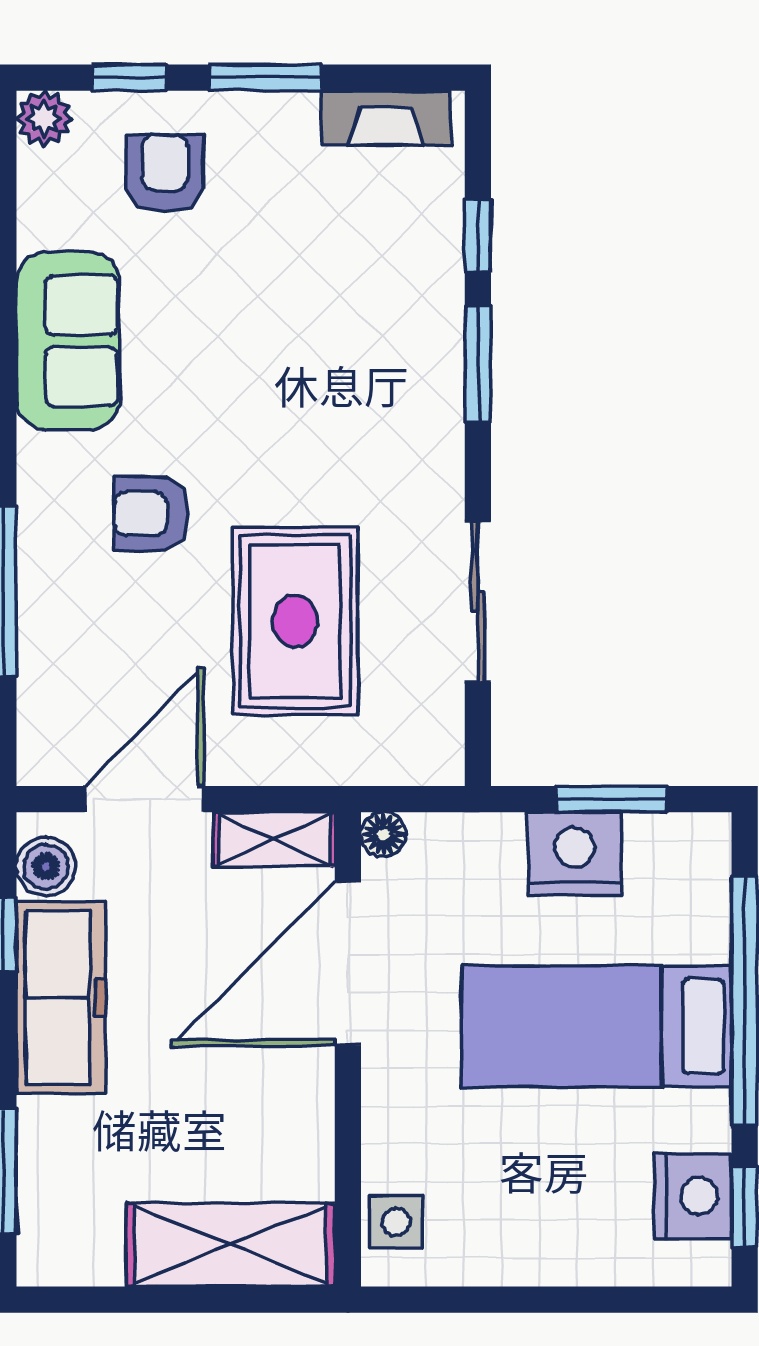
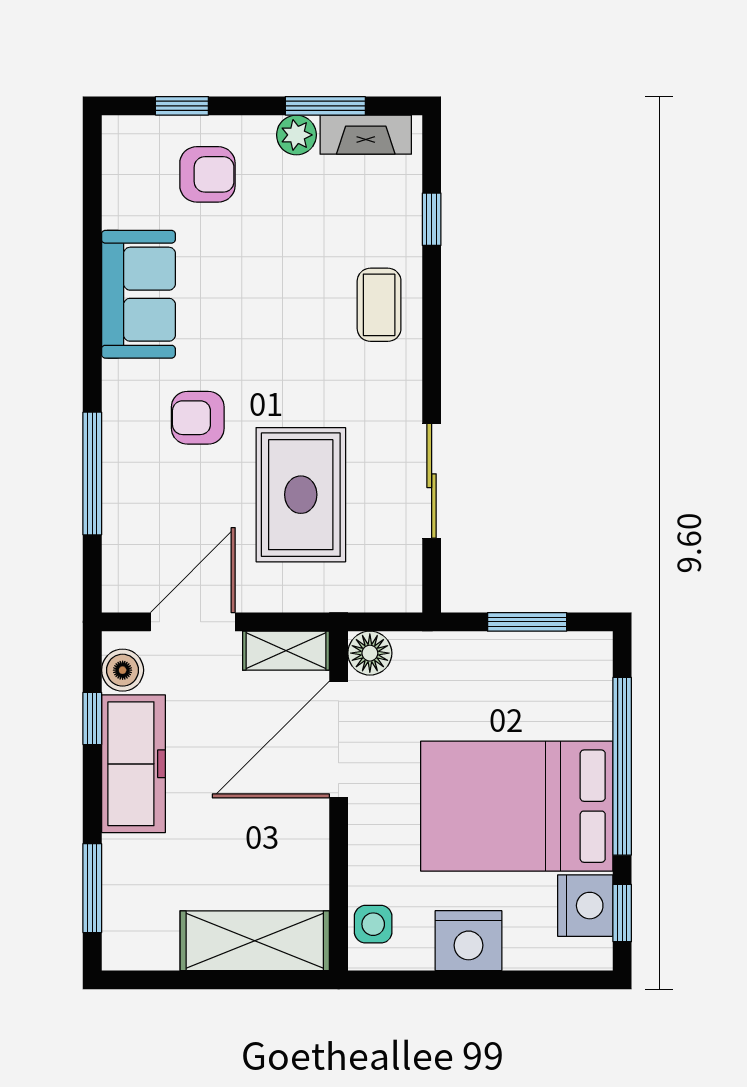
window: (265, 78) -> (325, 106), moved
plant: (44, 118) -> (296, 135), moved
armchair: (165, 173) -> (207, 174), turned 90
coffee table: (405, 356) -> (379, 305), added
window: (478, 364) -> (432, 311), removed
floor lamp: (383, 834) -> (370, 653), width x1.37, depth x1.37
nightstand: (575, 854) -> (469, 941), moved, turned 180
bed: (597, 1026) -> (517, 806), width x1.50

